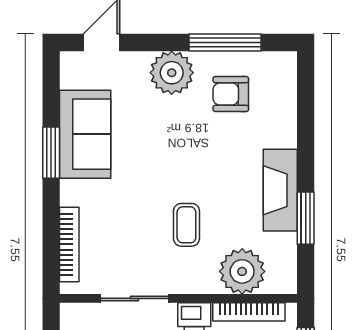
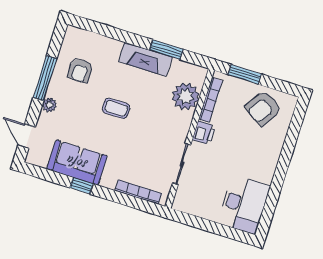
window: (225, 43) -> (45, 78), moved
plant: (172, 73) -> (49, 105), width x0.53, depth x0.53
window: (51, 153) -> (81, 186), width x0.67
coffee table: (186, 225) -> (116, 108), moved

